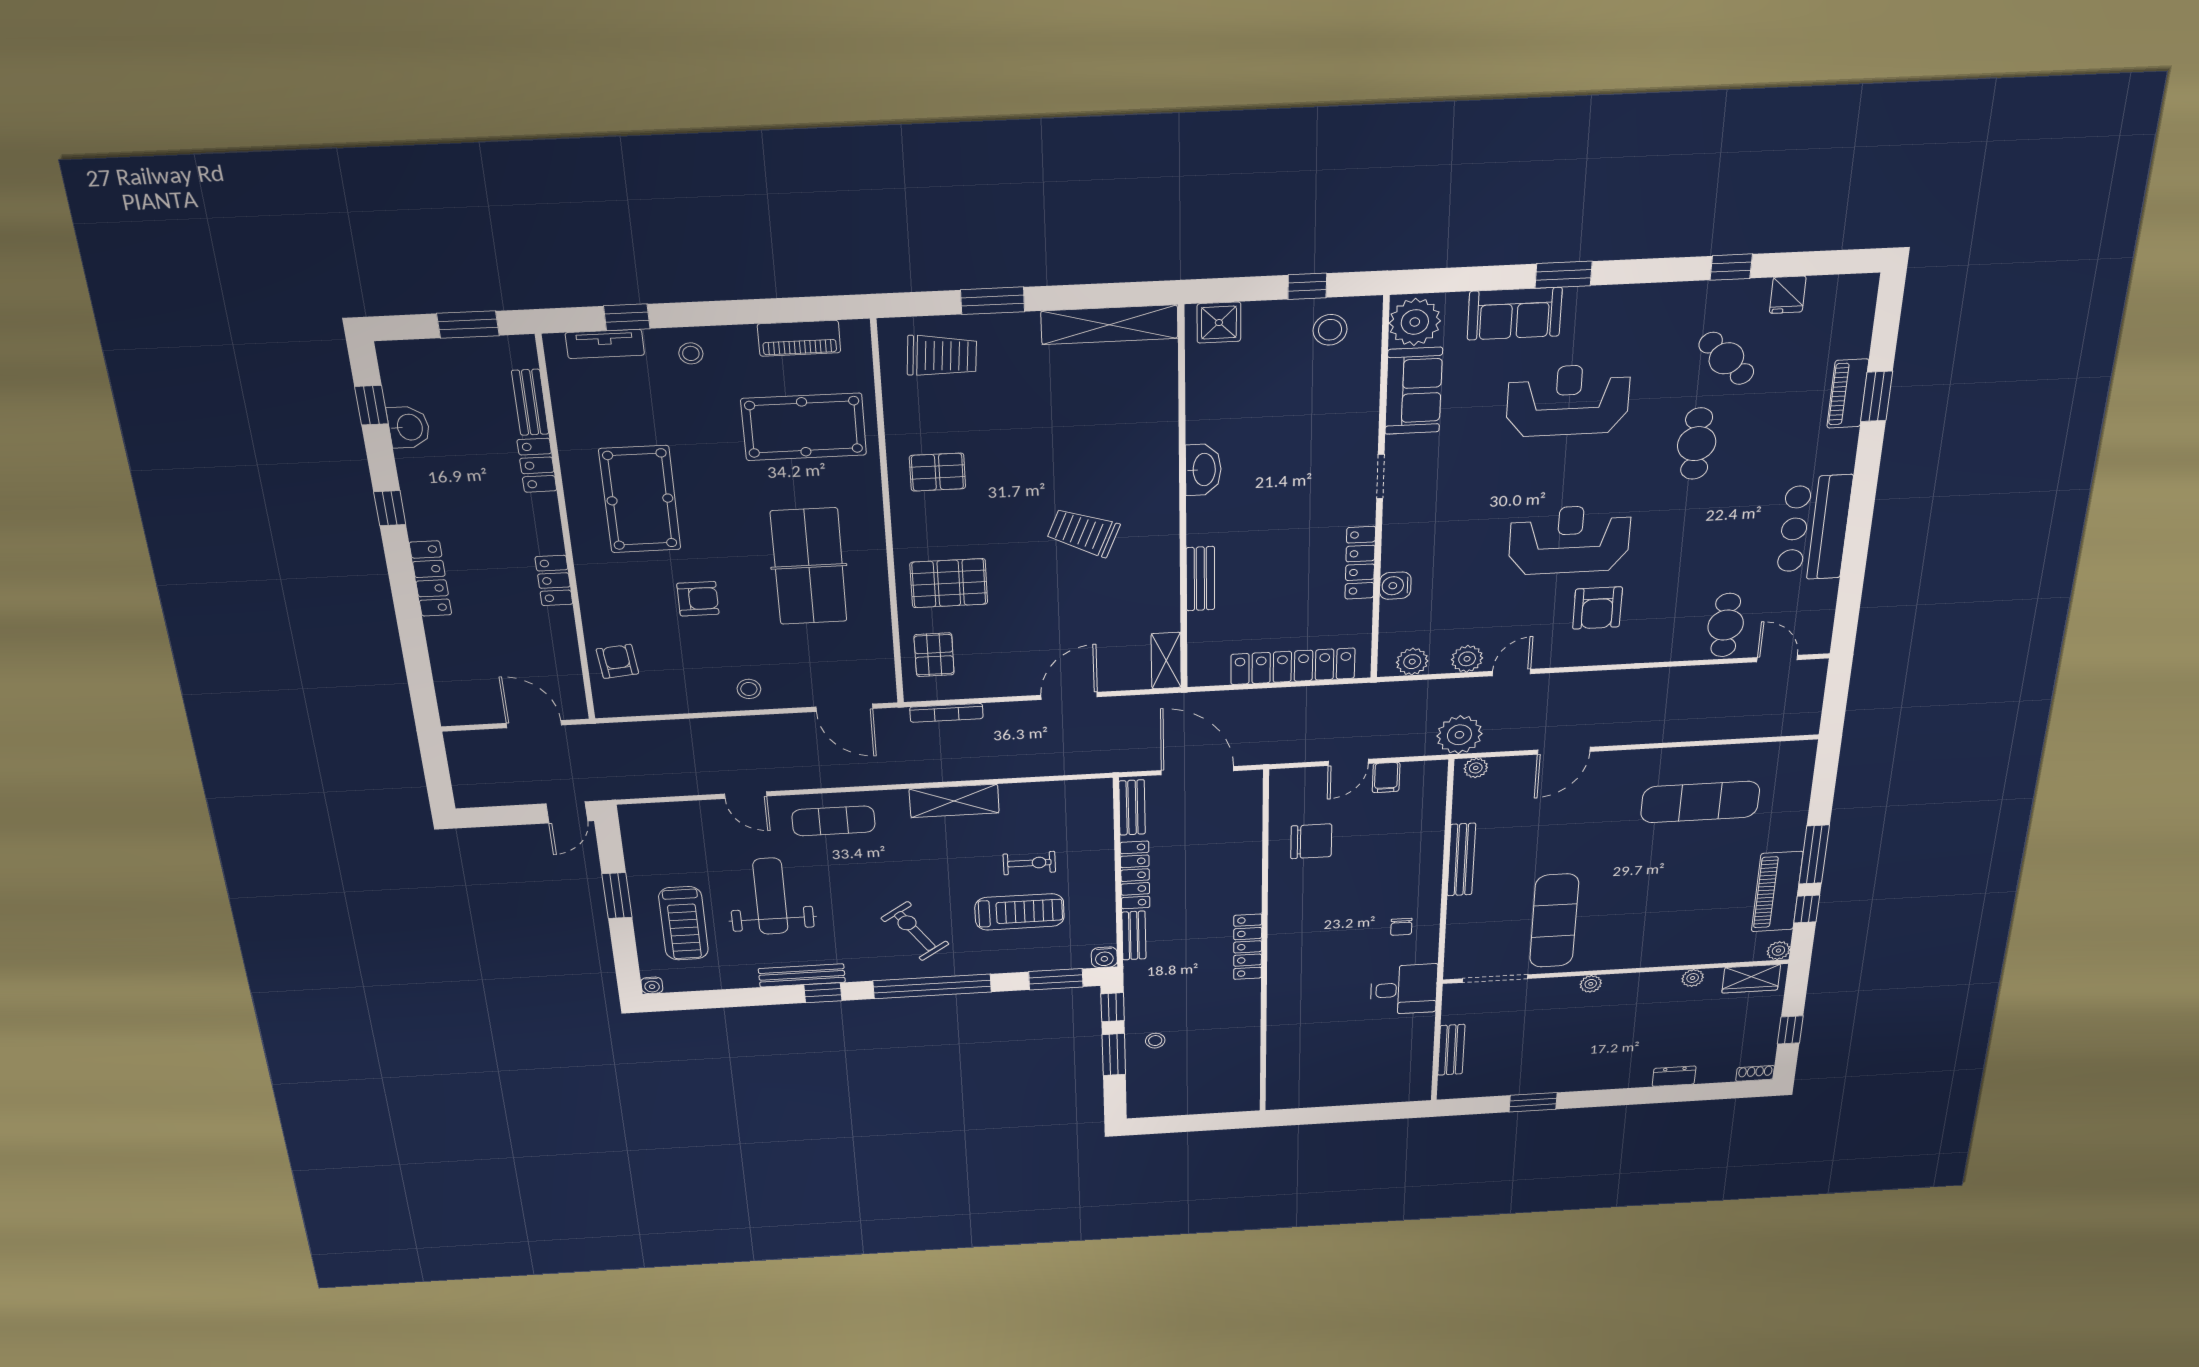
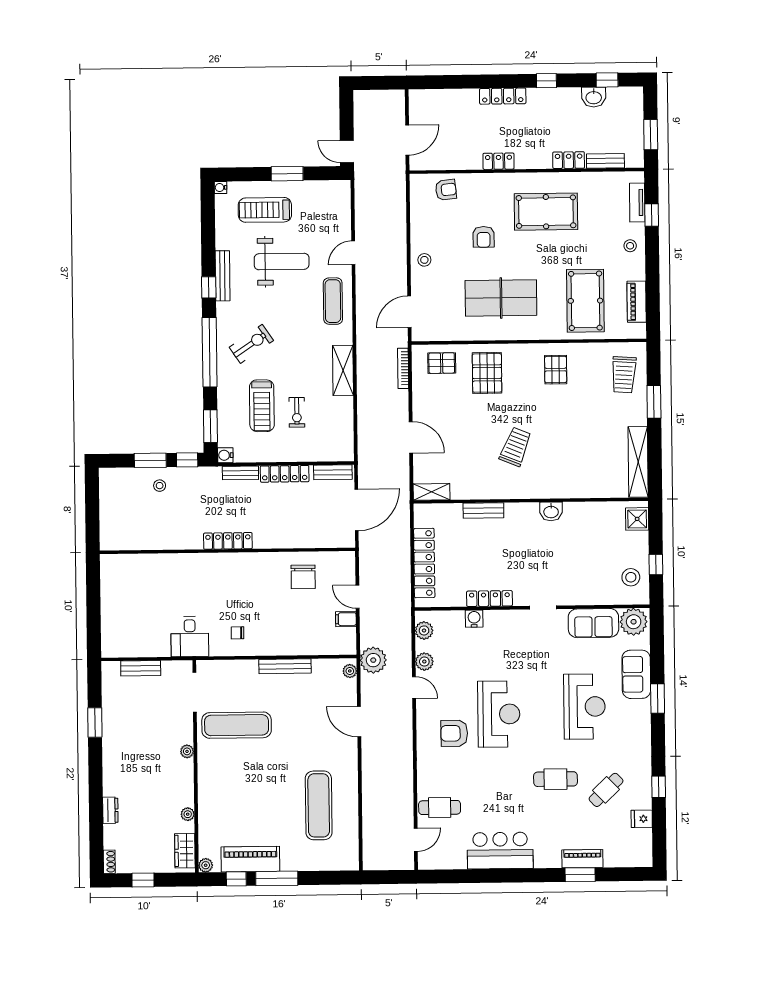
washbasin: (1203, 470) -> (551, 511), width x0.72

